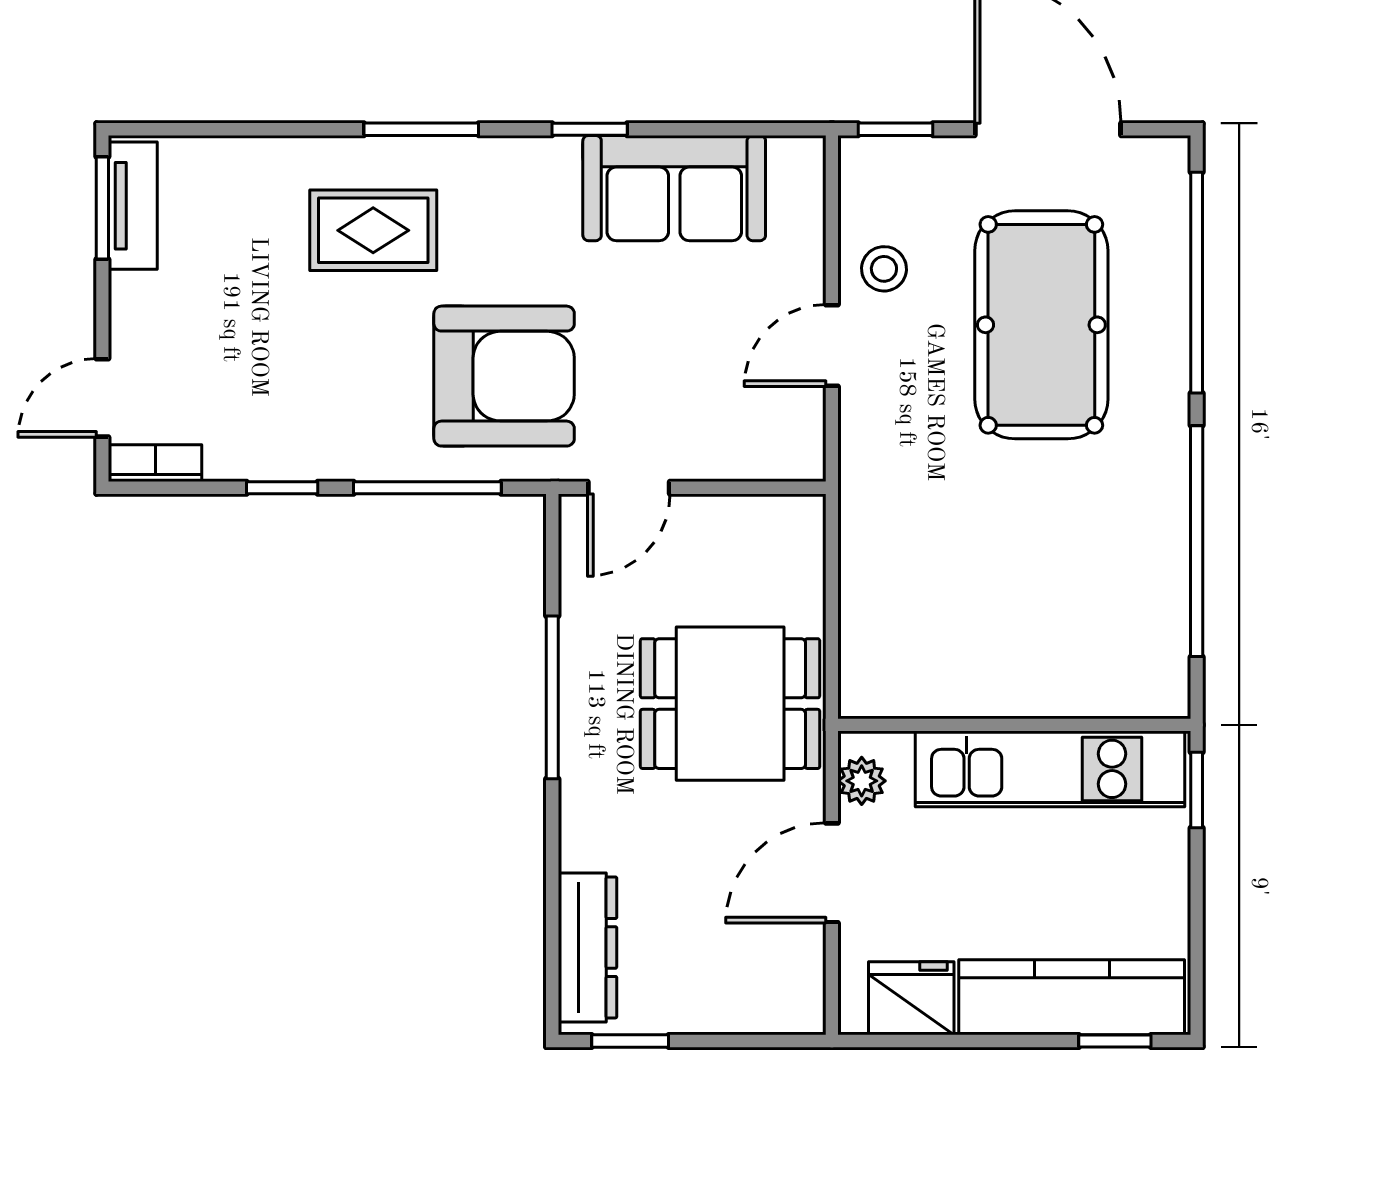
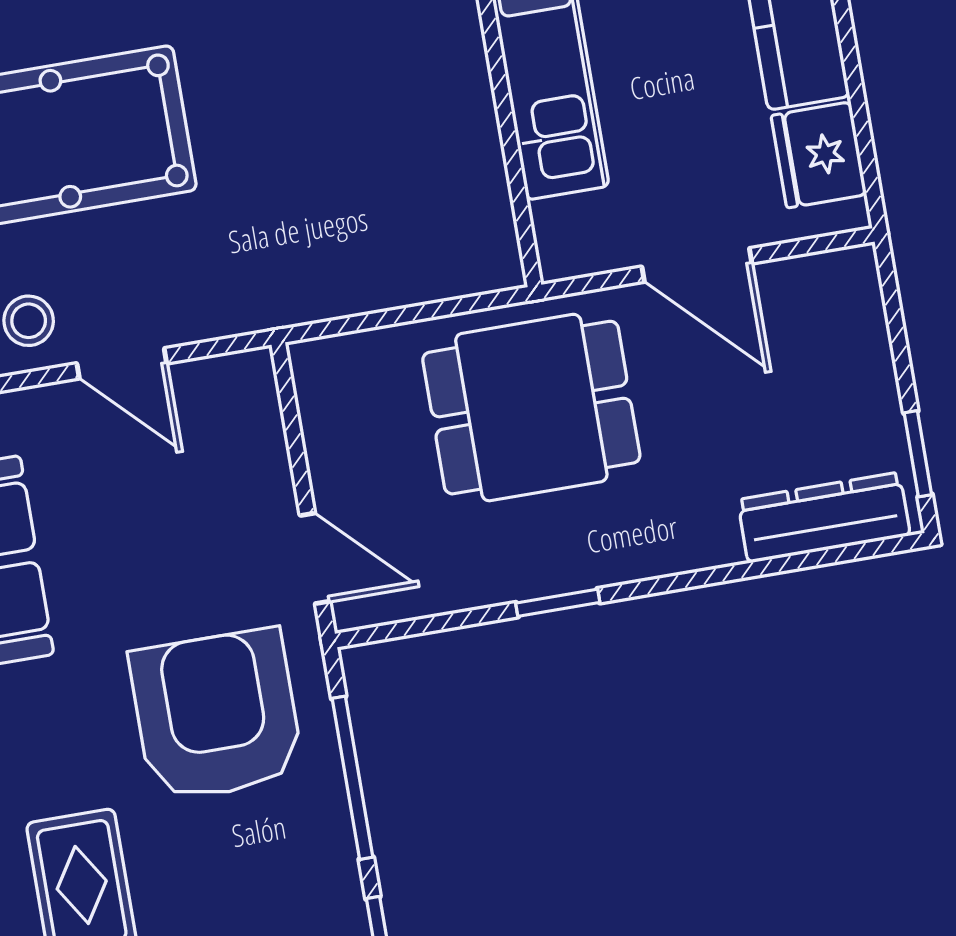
window: (552, 697) -> (558, 603), width x0.46
dining table: (730, 704) -> (531, 408), turned 90
plant: (862, 781) -> (591, 250), removed

